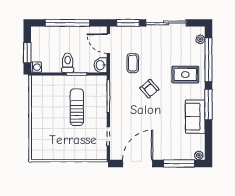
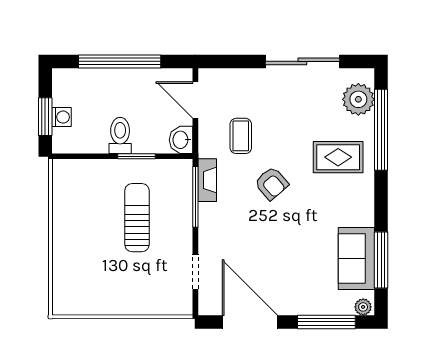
window: (128, 23) -> (232, 61), removed
plant: (200, 39) -> (358, 99), width x1.88, depth x1.88
washing machine: (36, 67) -> (62, 117), moved
fireplace: (115, 87) -> (207, 180), added
window: (209, 104) -> (381, 260), moved
sofa: (195, 117) -> (356, 258), moved
door: (138, 163) -> (250, 322), hinge flipped

